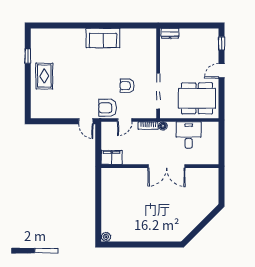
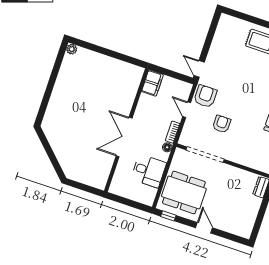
window: (222, 43) -> (168, 216), moved
dining table: (197, 98) -> (184, 193), turned 90
door: (86, 121) -> (199, 69), hinge flipped

